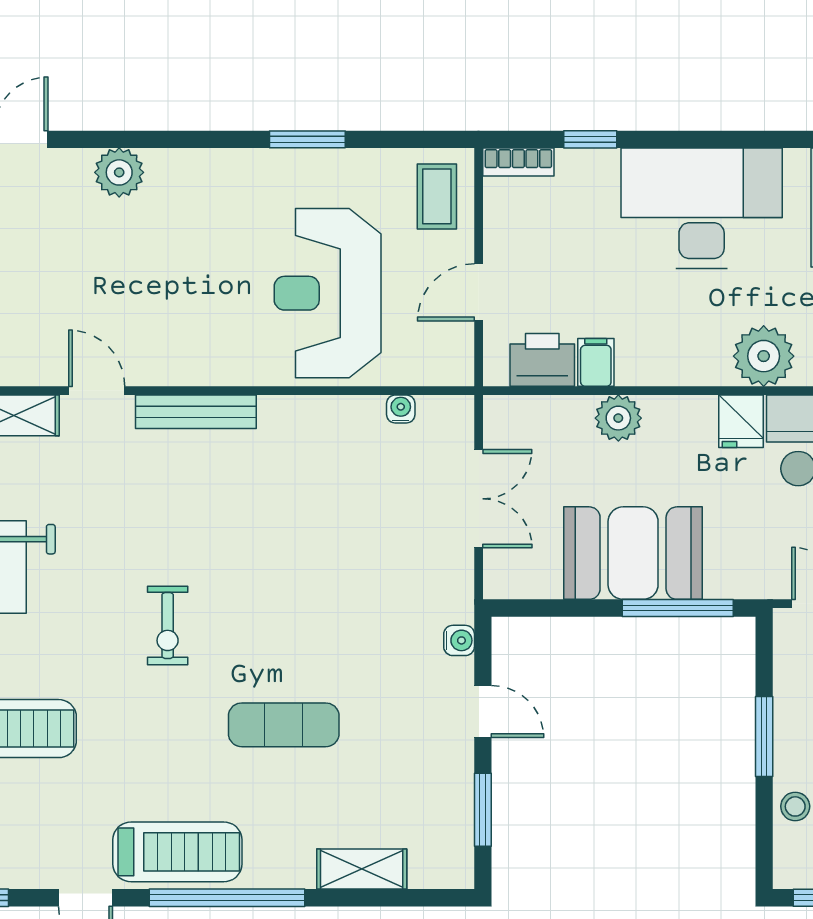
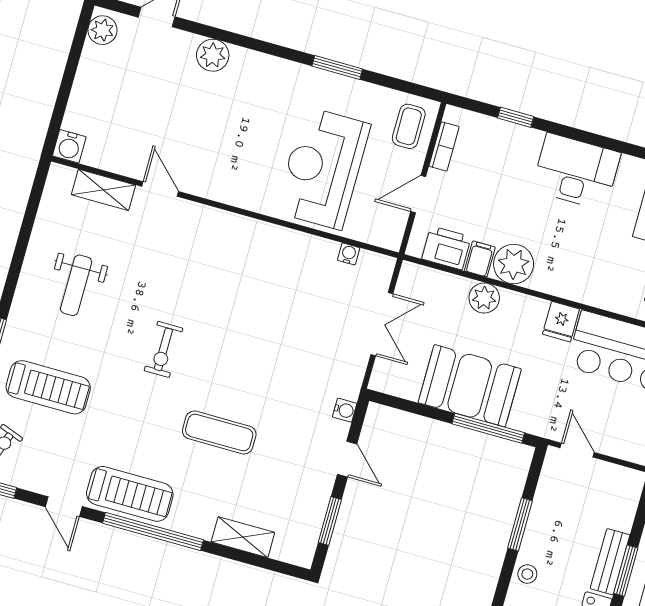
bookcase: (518, 162) -> (444, 146), moved, turned -90
desk: (702, 208) -> (576, 171), width x0.73, depth x0.77
plant: (764, 356) -> (514, 264), moved
bench: (196, 412) -> (219, 220), removed

